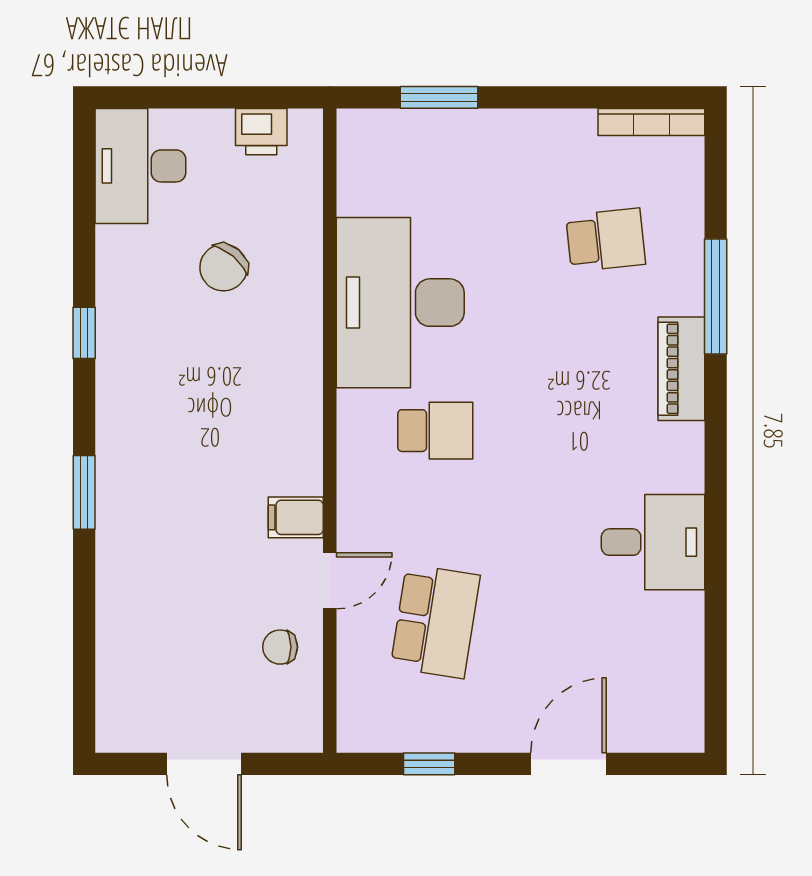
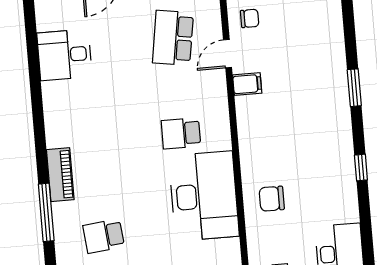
chair: (223, 268) -> (272, 199), moved, turned -130
desk: (653, 542) -> (64, 55), moved

